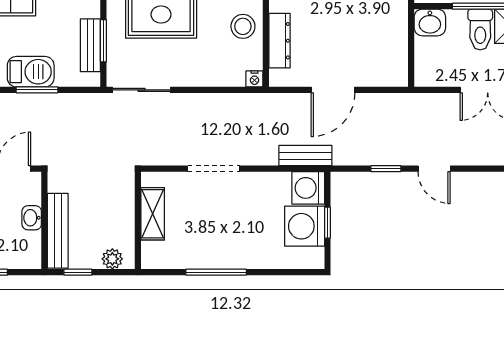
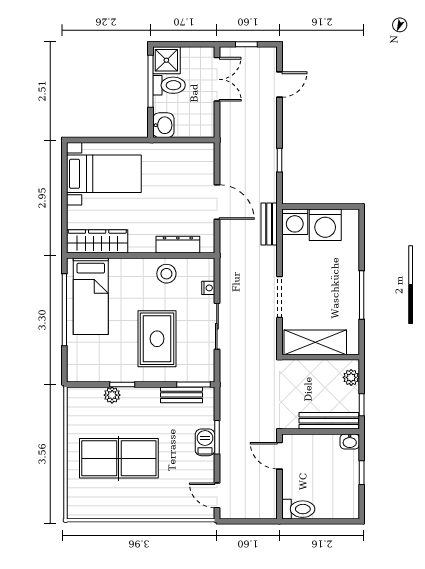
window: (103, 41) -> (194, 384), moved
barbecue: (31, 72) -> (205, 442), width x0.73, depth x0.79
nightstand: (254, 79) -> (208, 288), moved
sliding door: (142, 90) -> (217, 326), moved
door: (434, 169) -> (279, 84), moved
shelving: (153, 214) -> (315, 342), width x1.50, depth x1.33
washbasin: (32, 218) -> (350, 441), moved
window: (327, 223) -> (322, 207), removed

